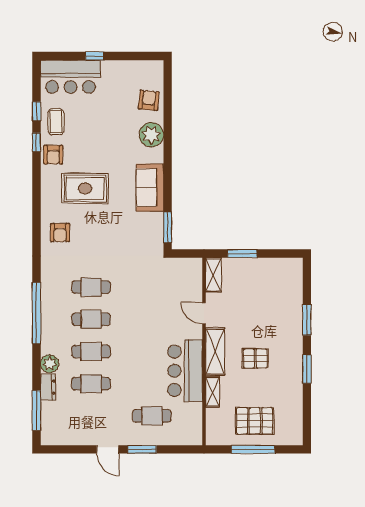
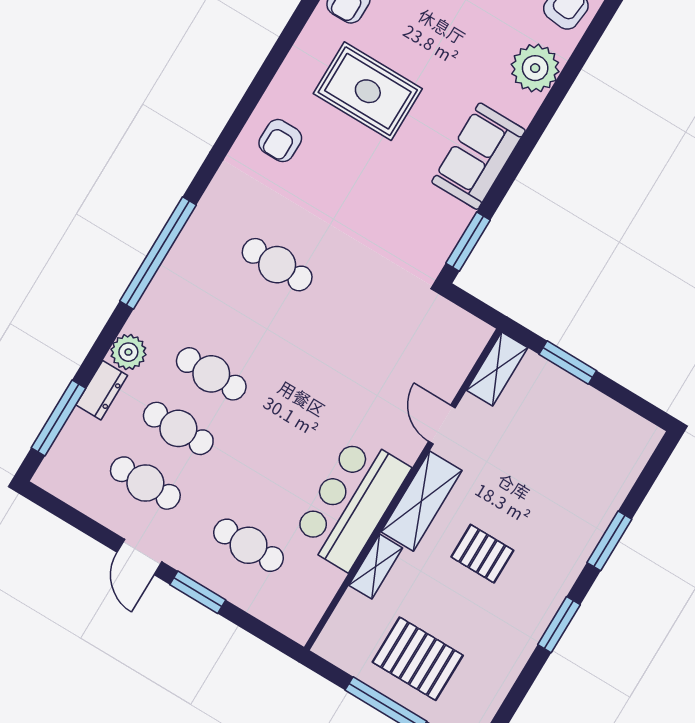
cafe table: (91, 319) -> (145, 483), moved

